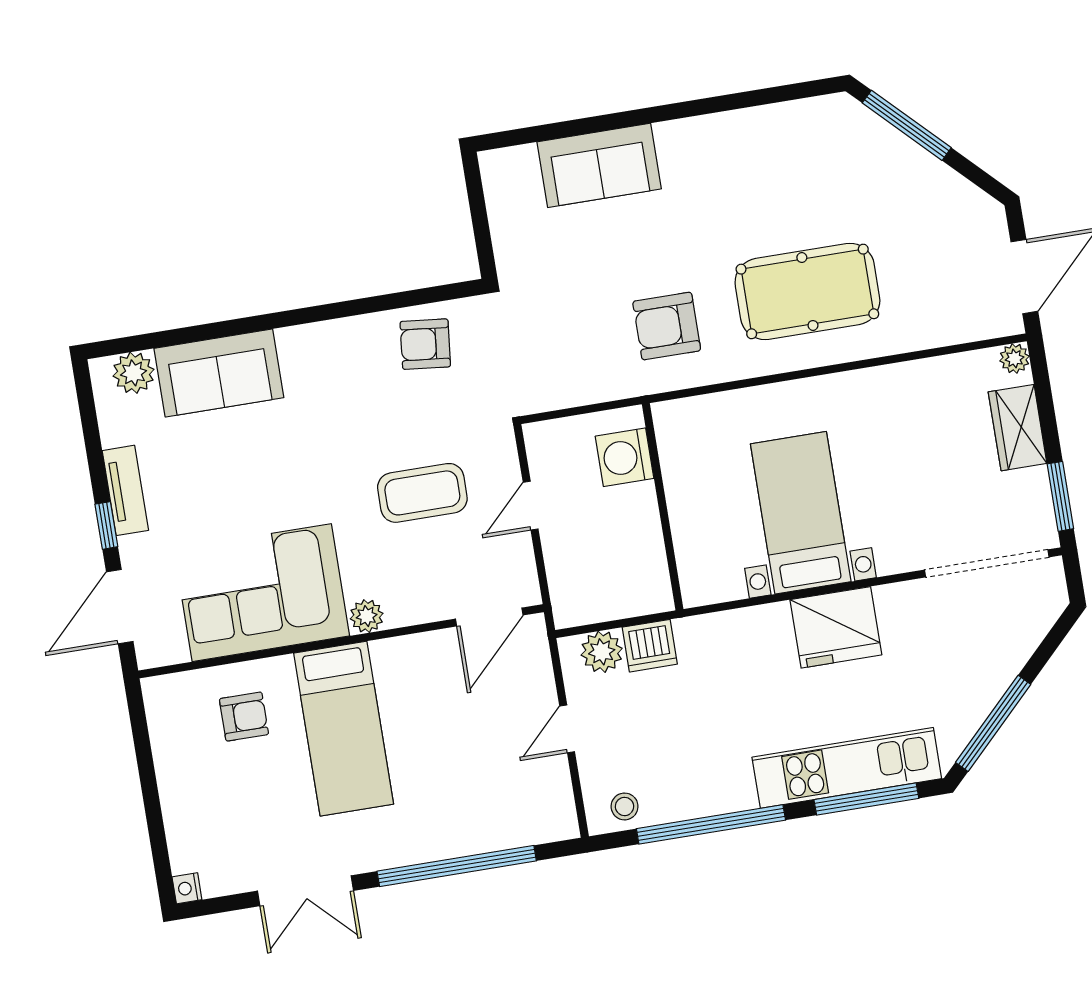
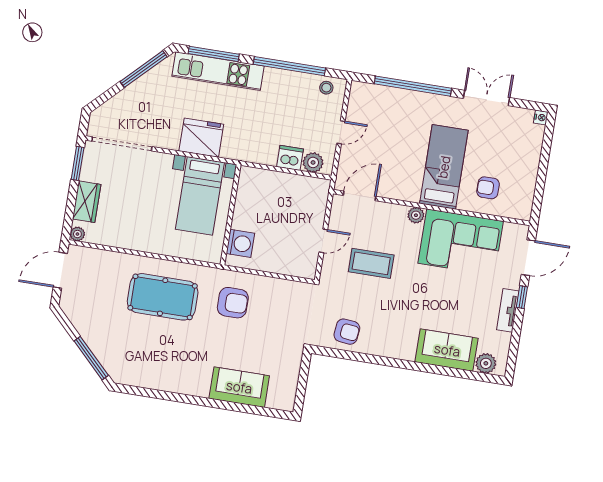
washing machine: (625, 457) -> (240, 243), moved
wall: (663, 507) -> (230, 215), moved

